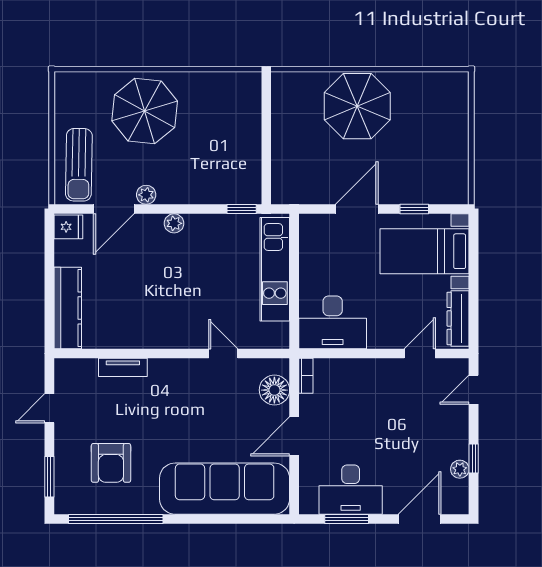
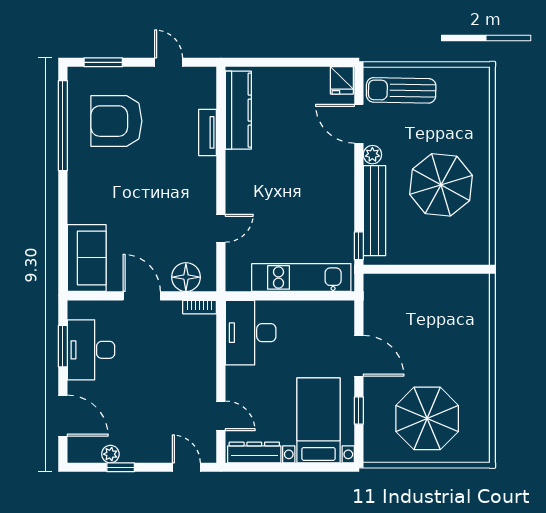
parasol: (357, 106) -> (427, 418), moved
parasol: (145, 111) -> (441, 185), moved
bench: (205, 193) -> (374, 211), added
plant: (174, 223) -> (345, 181), removed
kitchen counter: (68, 308) -> (238, 110), moved, turned -90
armchair: (111, 463) -> (116, 121), width x1.36, depth x1.36
sofa: (225, 489) -> (87, 258), width x0.54, depth x0.79

